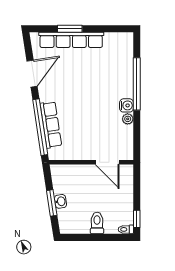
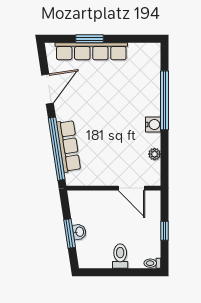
plant: (128, 119) -> (155, 154), moved
window: (137, 219) -> (165, 231), moved

